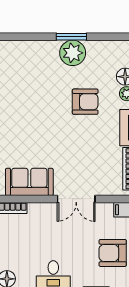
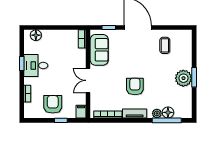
coffee table: (22, 81) -> (165, 45), added
armchair: (85, 102) -> (135, 86), moved, turned 180

